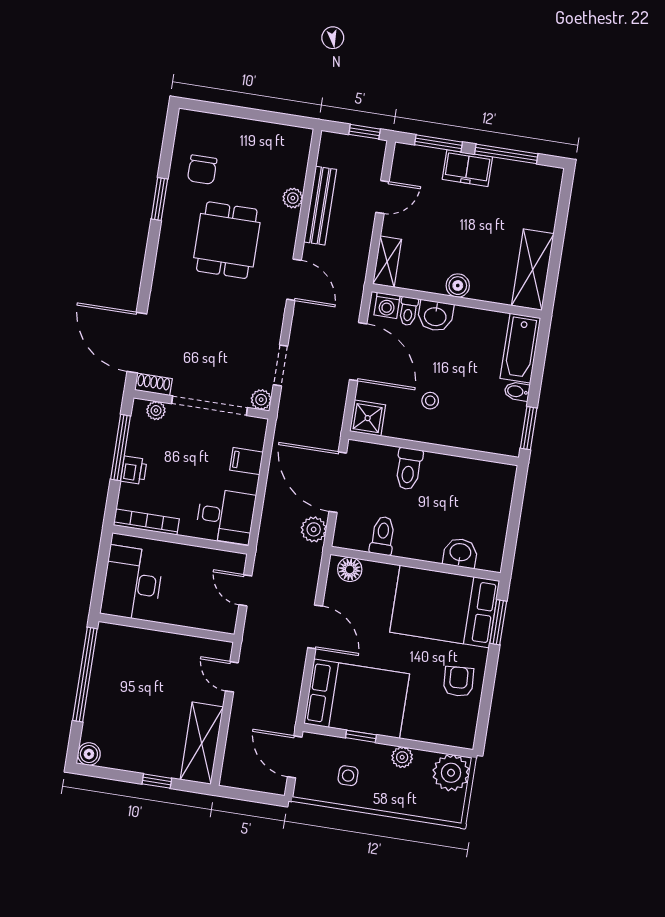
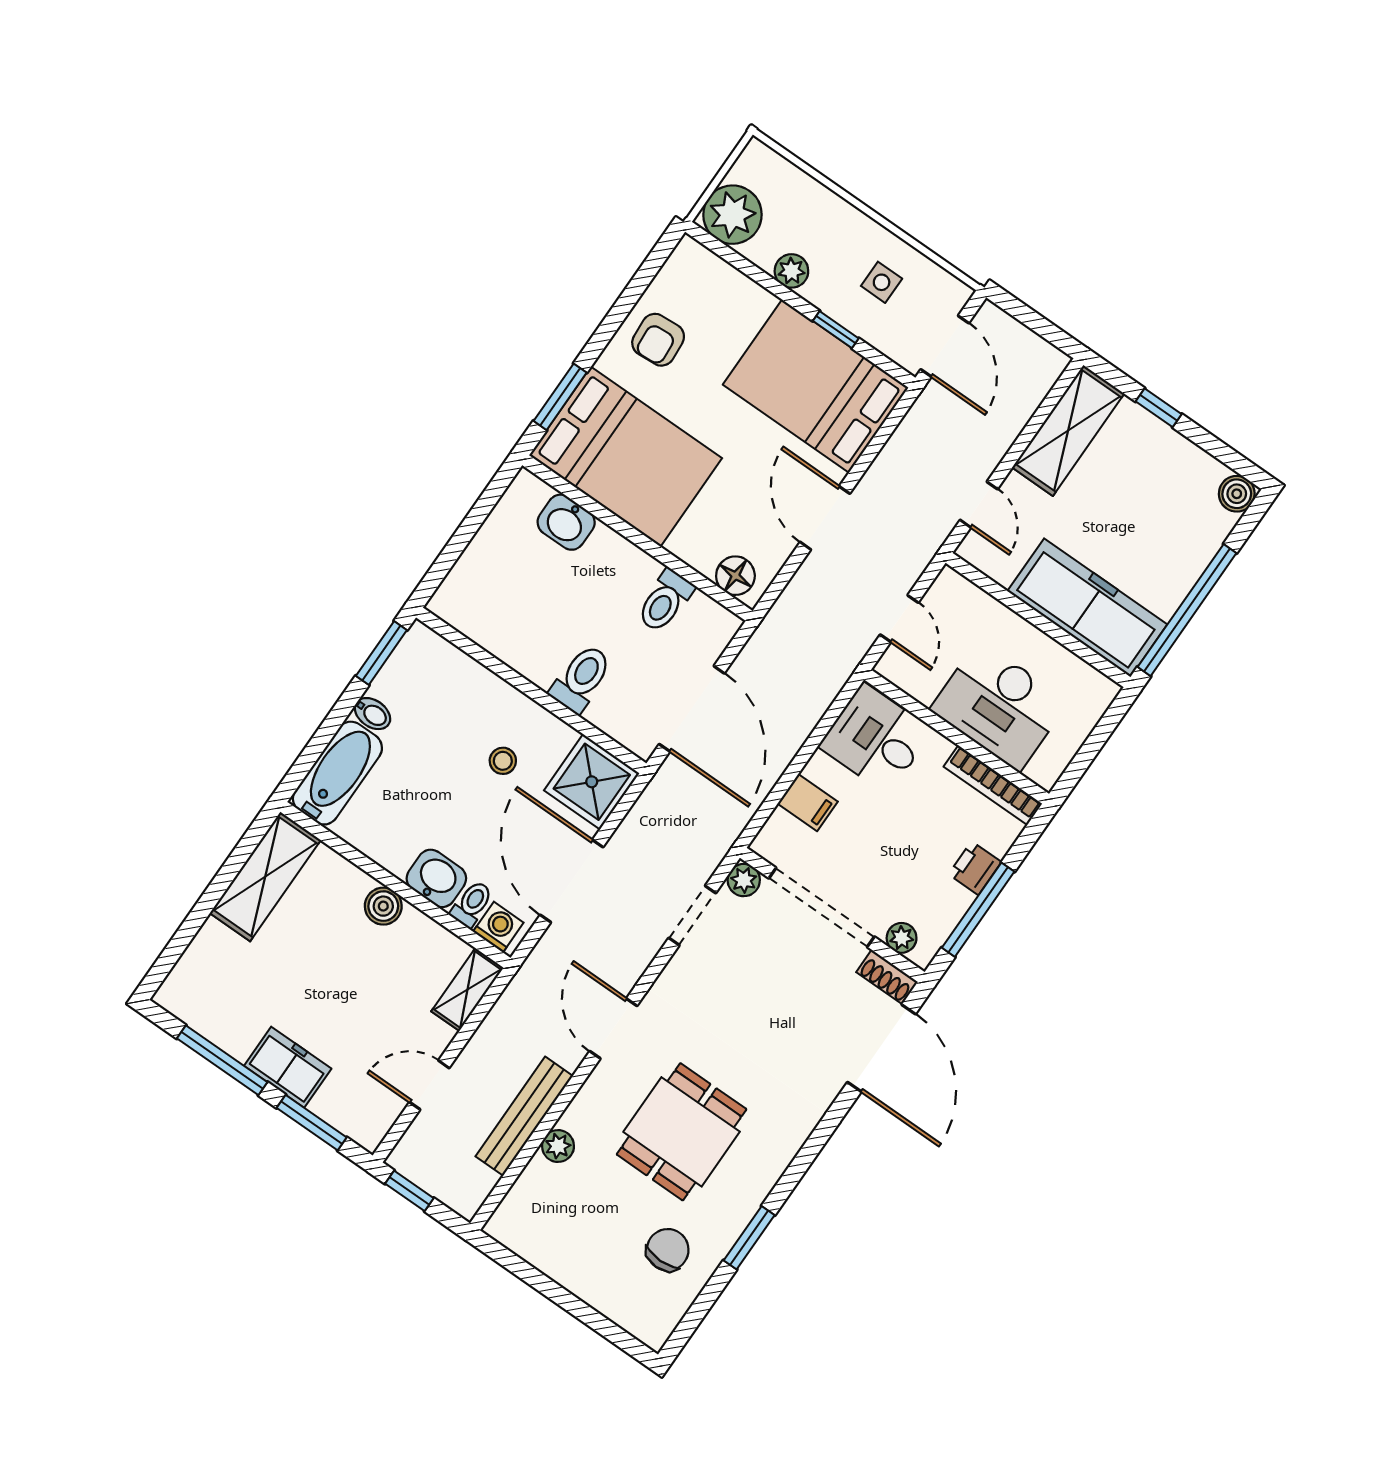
shower: (368, 418) -> (592, 782), width x1.36, depth x1.36
plant: (314, 529) -> (759, 658), removed
desk: (132, 583) -> (999, 706), moved, turned 90
freezer: (142, 648) -> (1087, 608), added

